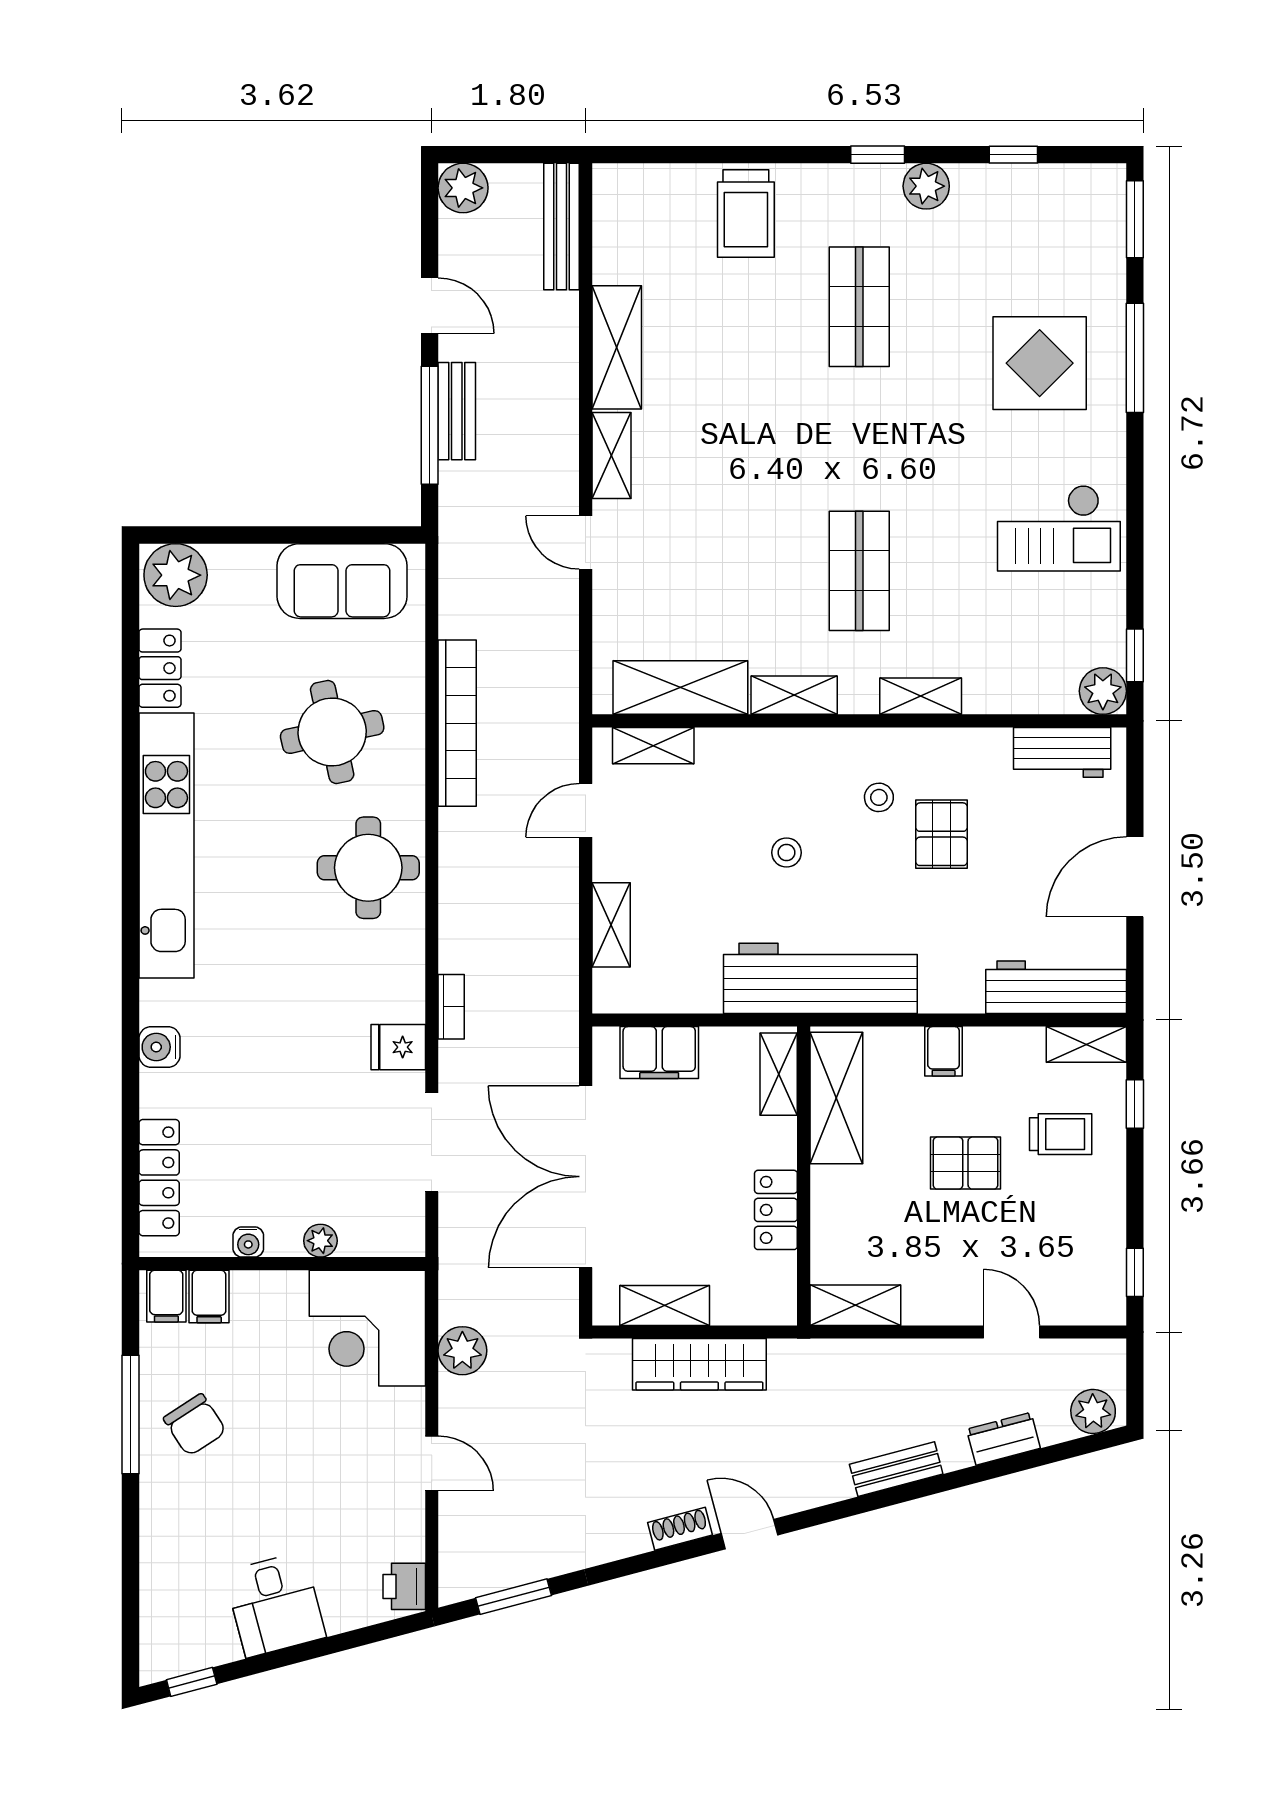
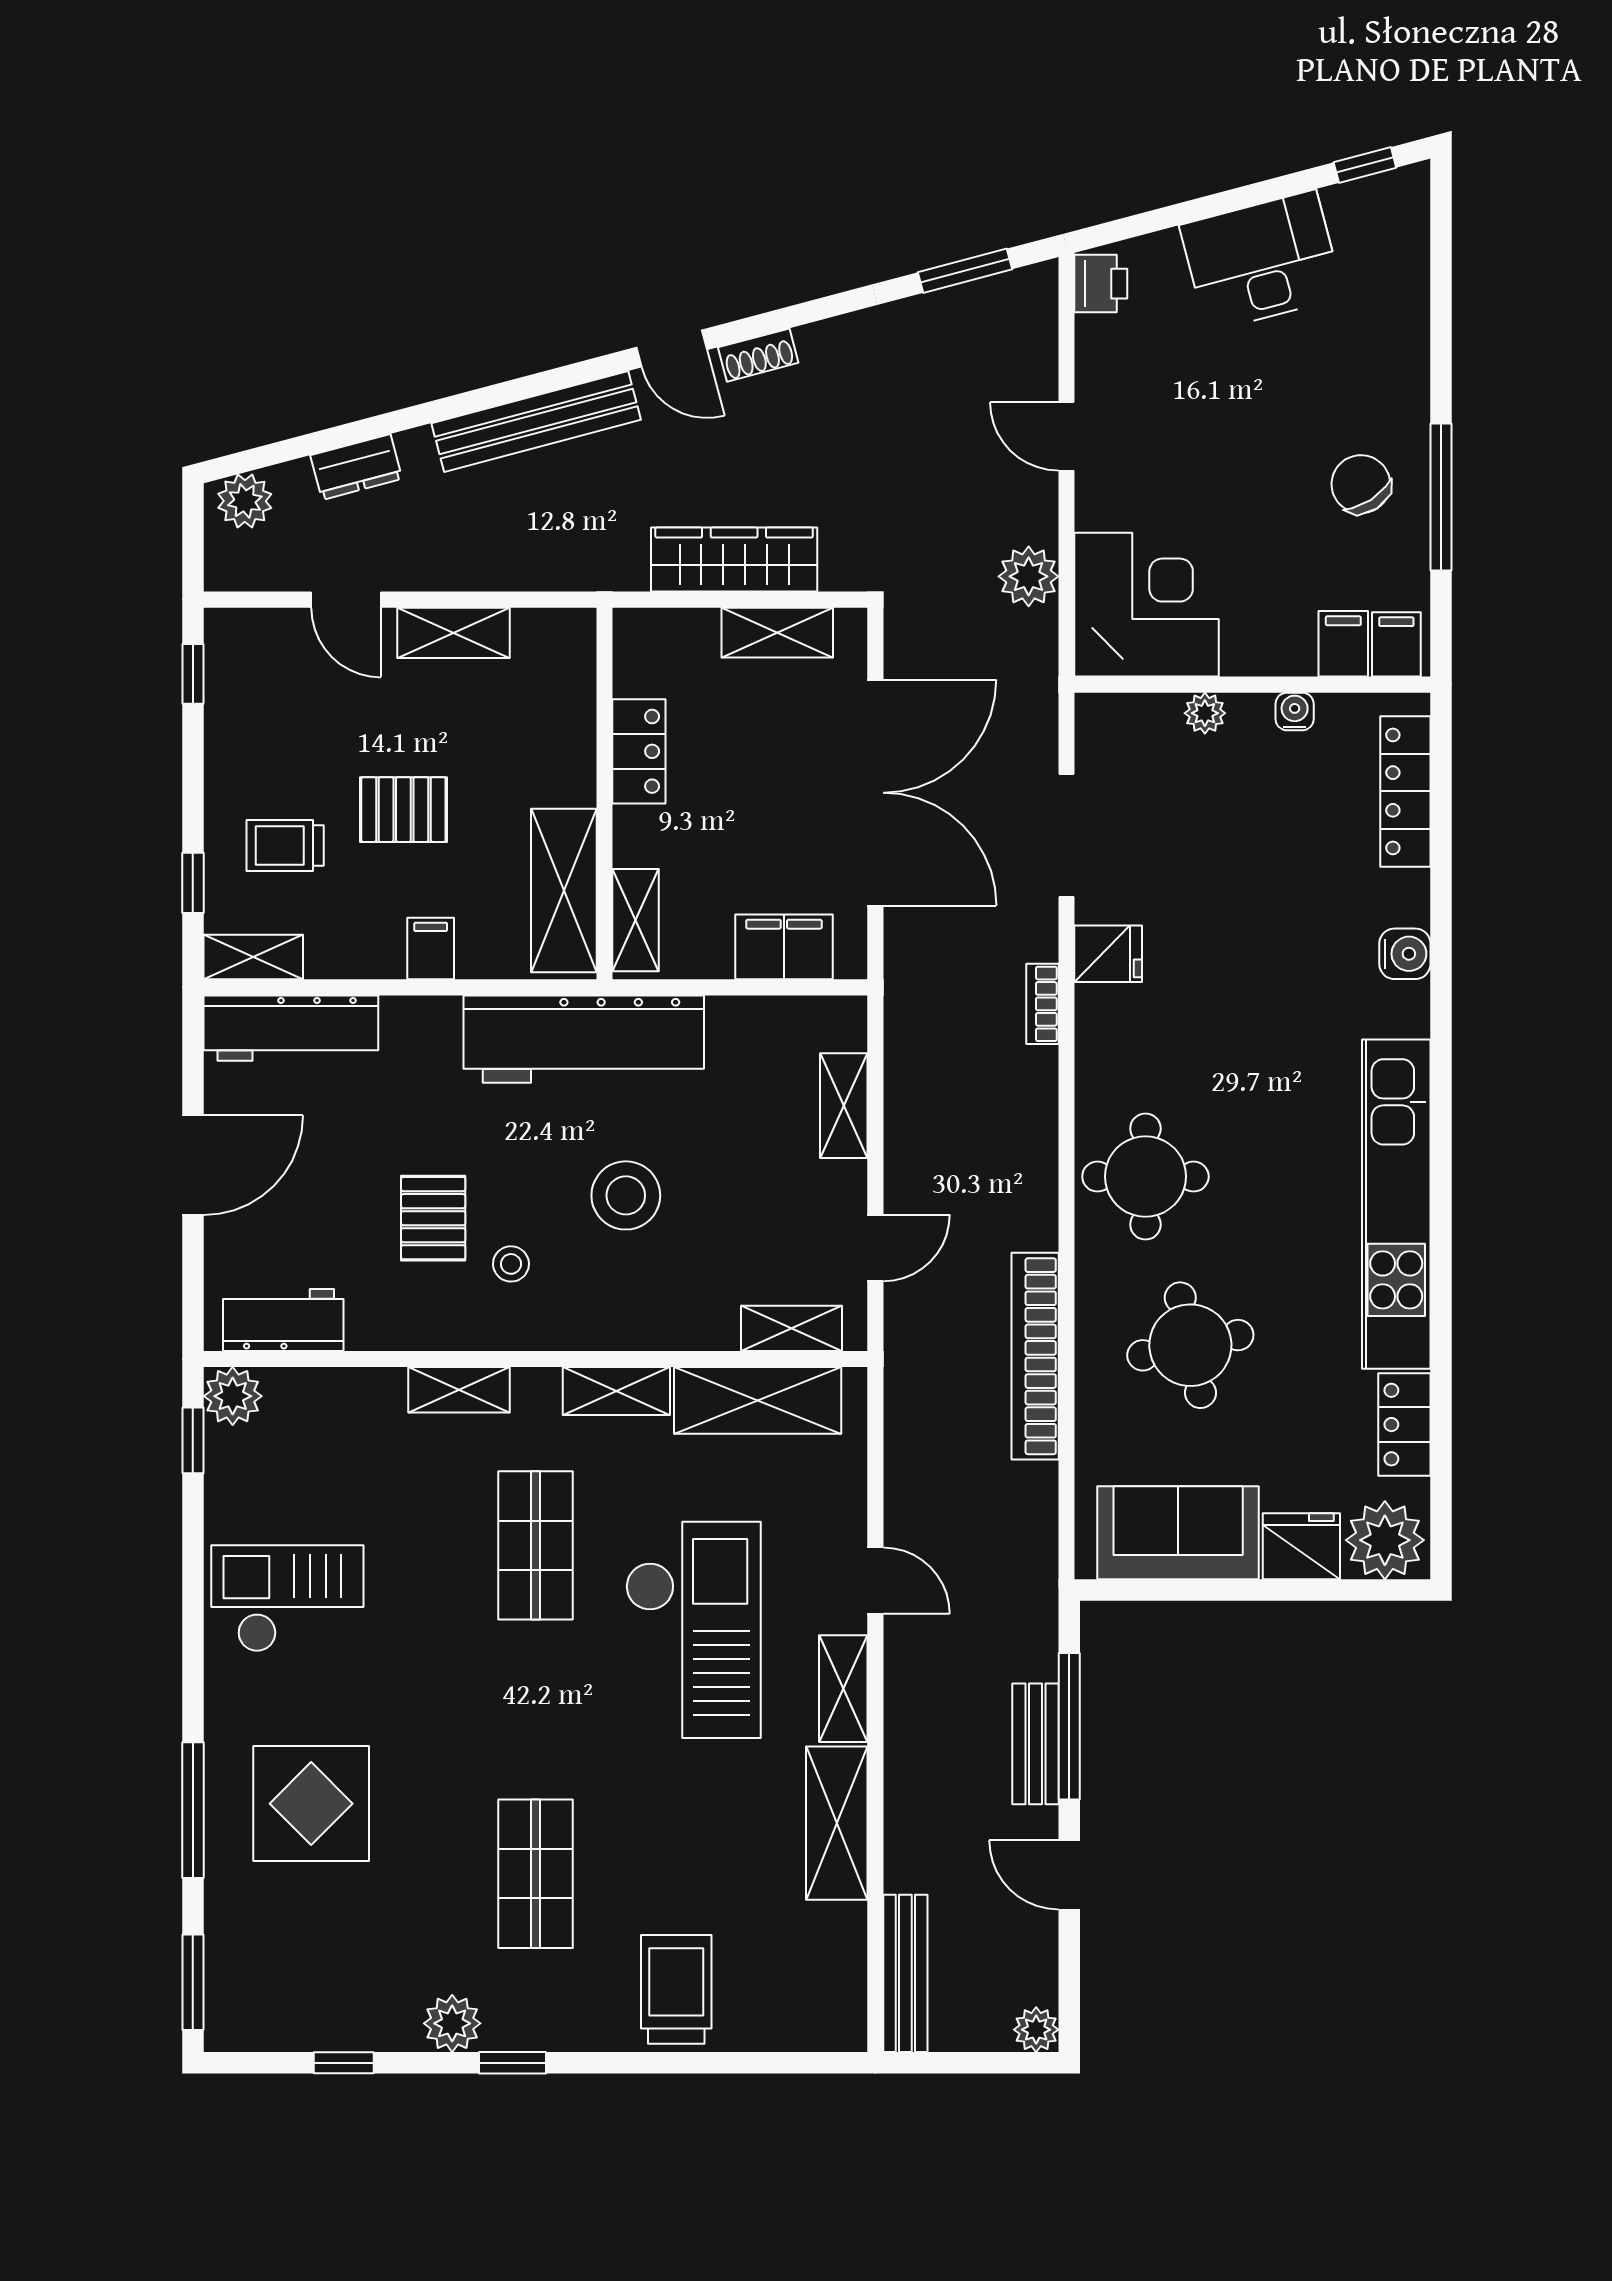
plant: (463, 188) -> (1036, 2030), width x0.73, depth x0.73
checkout: (732, 503) -> (693, 1630), added
fridge: (243, 570) -> (1301, 1546), added
stool: (786, 853) -> (626, 1195), width x1.89, depth x1.89
shelving: (855, 1305) -> (453, 633), moved
bench: (896, 1469) -> (536, 422), width x1.86, depth x1.21
desk: (275, 1605) -> (1261, 261), width x1.37

